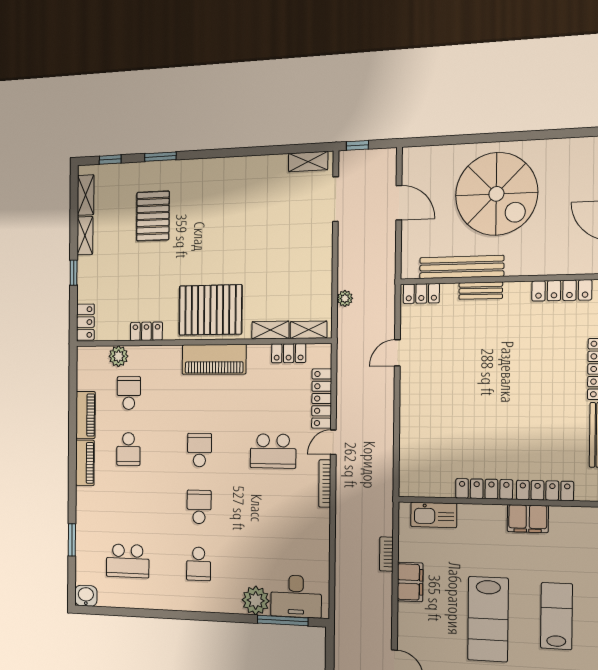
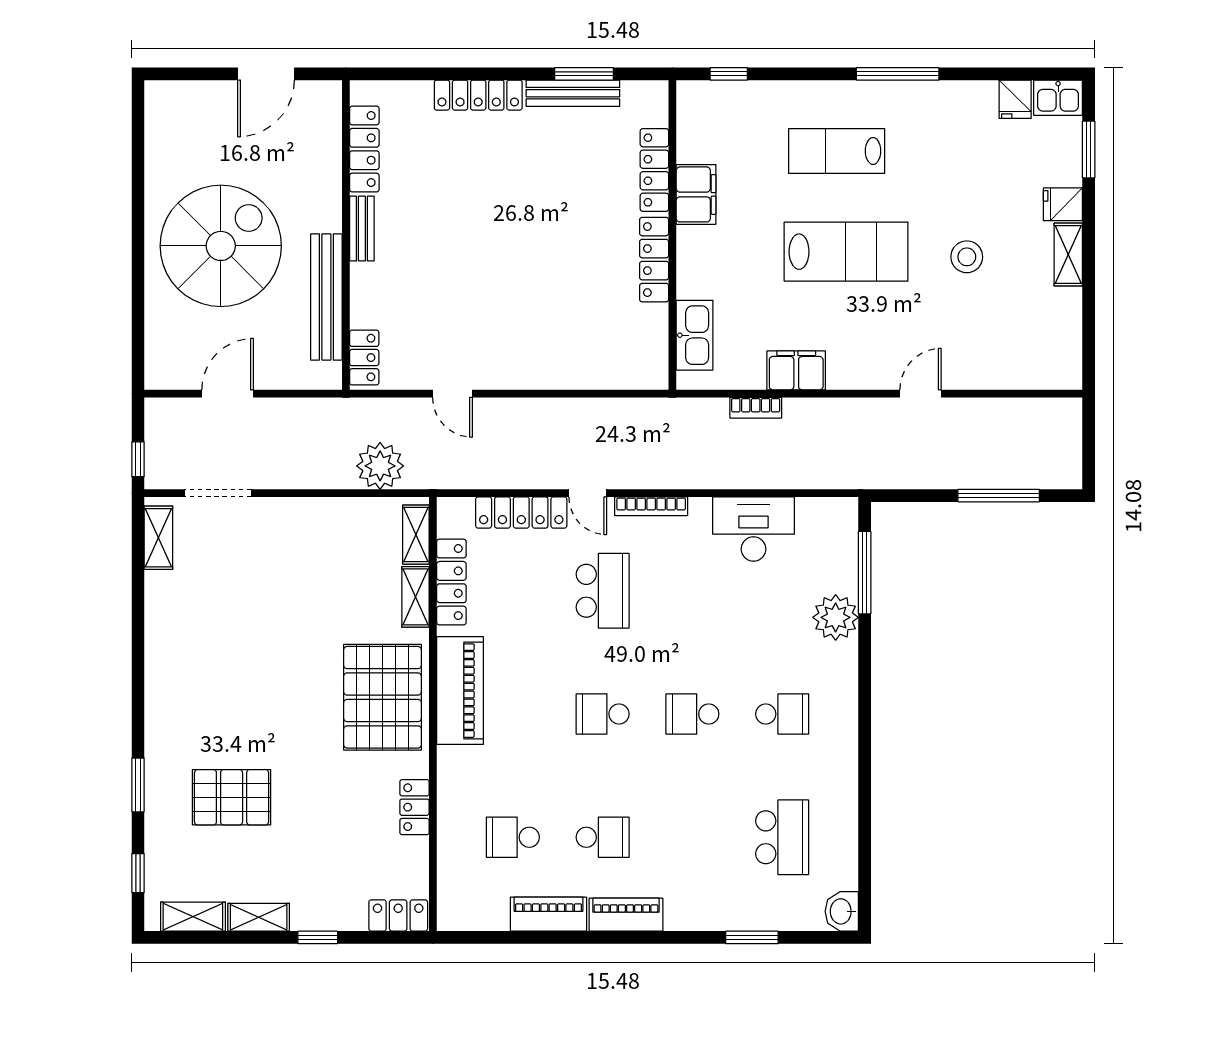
bench: (481, 291) -> (362, 229), moved
plant: (345, 298) -> (380, 466), width x1.88, depth x1.88
locker: (289, 353) -> (451, 582), width x1.53
plant: (118, 356) -> (454, 856), removed
desk: (296, 596) -> (754, 529), moved, turned -90

